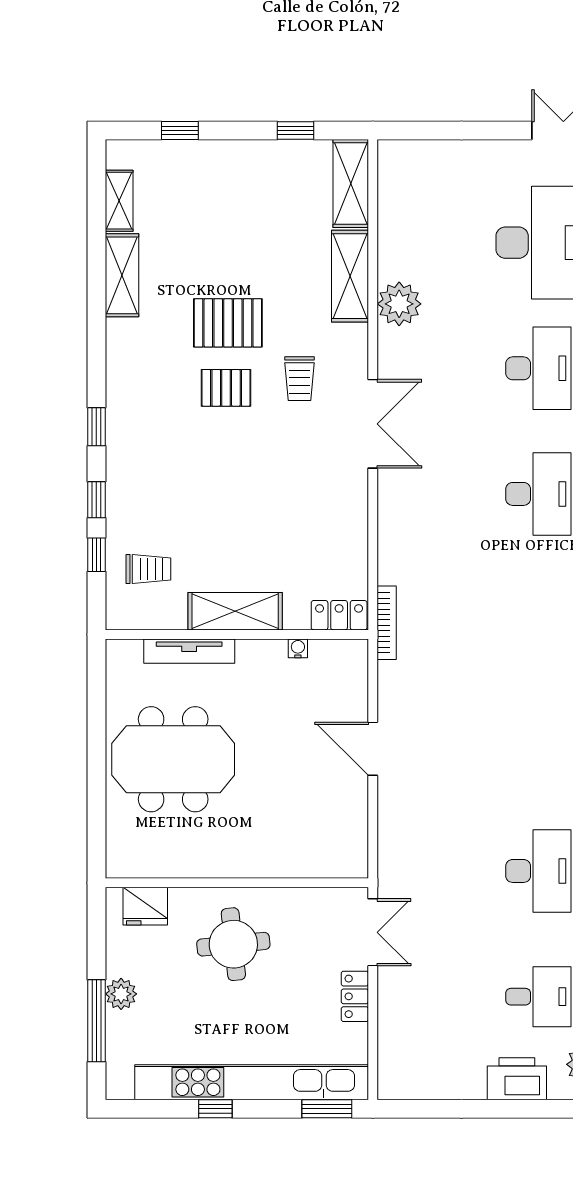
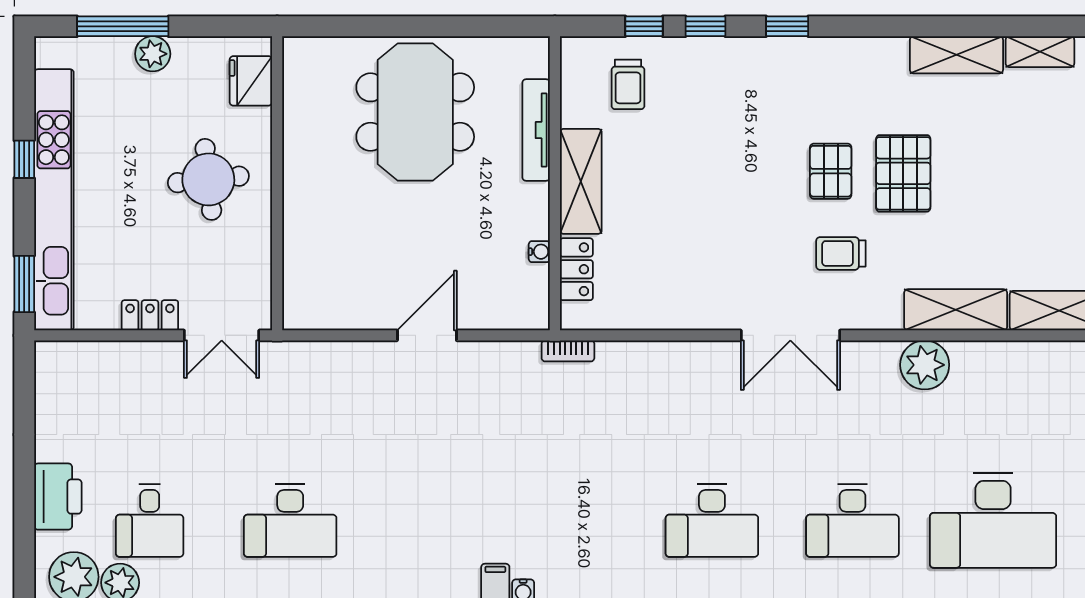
locker: (339, 615) -> (576, 269), moved
bookcase: (387, 623) -> (568, 351), width x0.64

